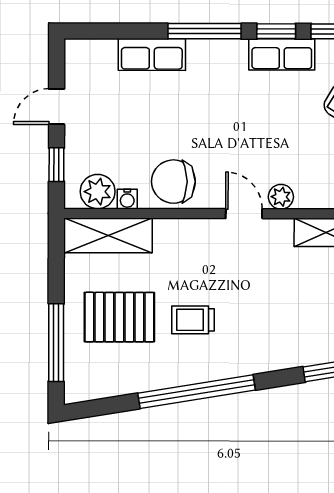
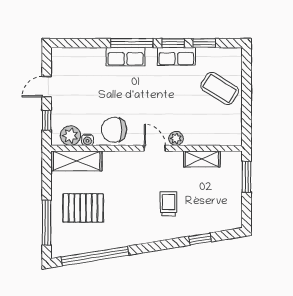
row of seats: (152, 54) -> (126, 57), moved
trolley: (193, 320) -> (169, 204), moved, turned 90
window: (197, 392) -> (95, 256), moved

